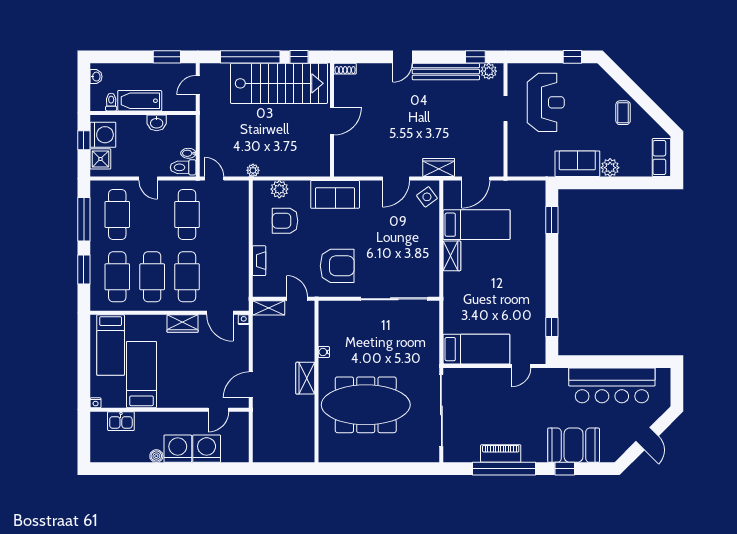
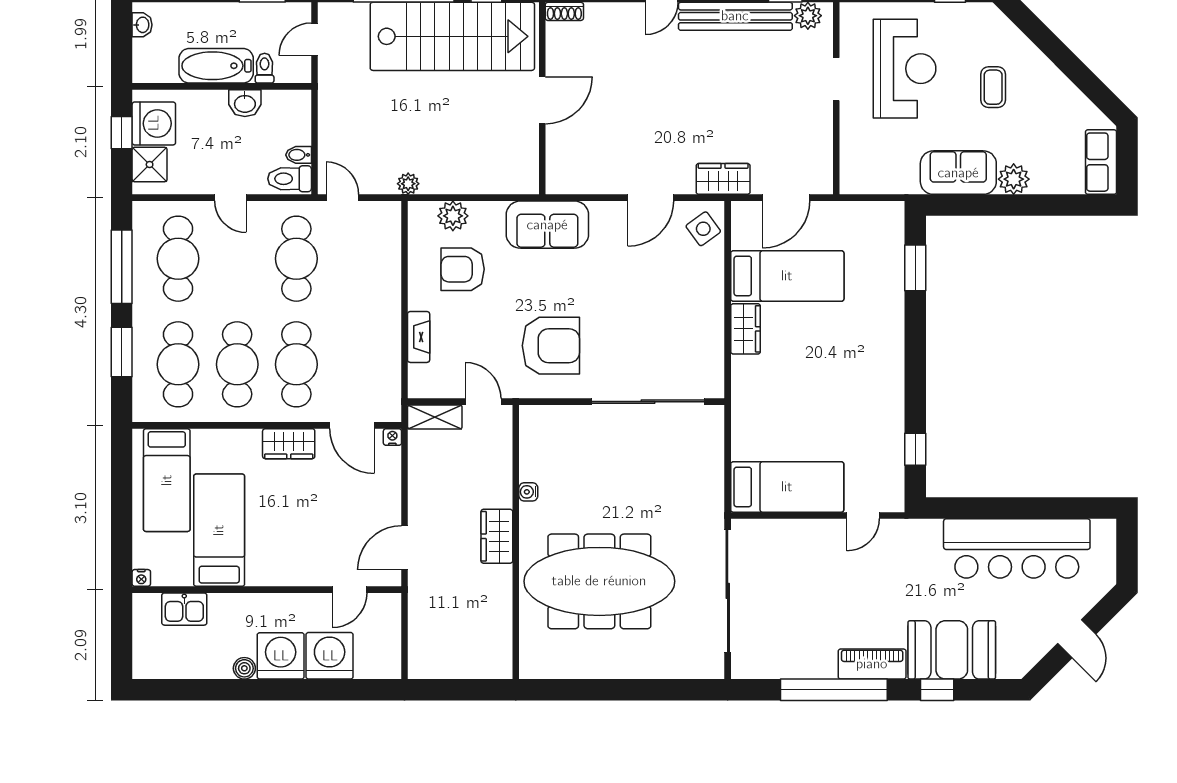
toilet: (111, 102) -> (265, 68), moved
coffee table: (623, 113) -> (993, 87), moved
piano: (501, 454) -> (872, 664), moved

